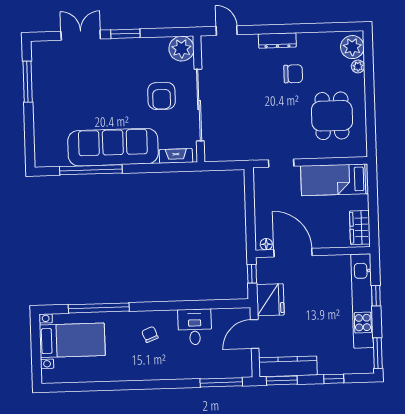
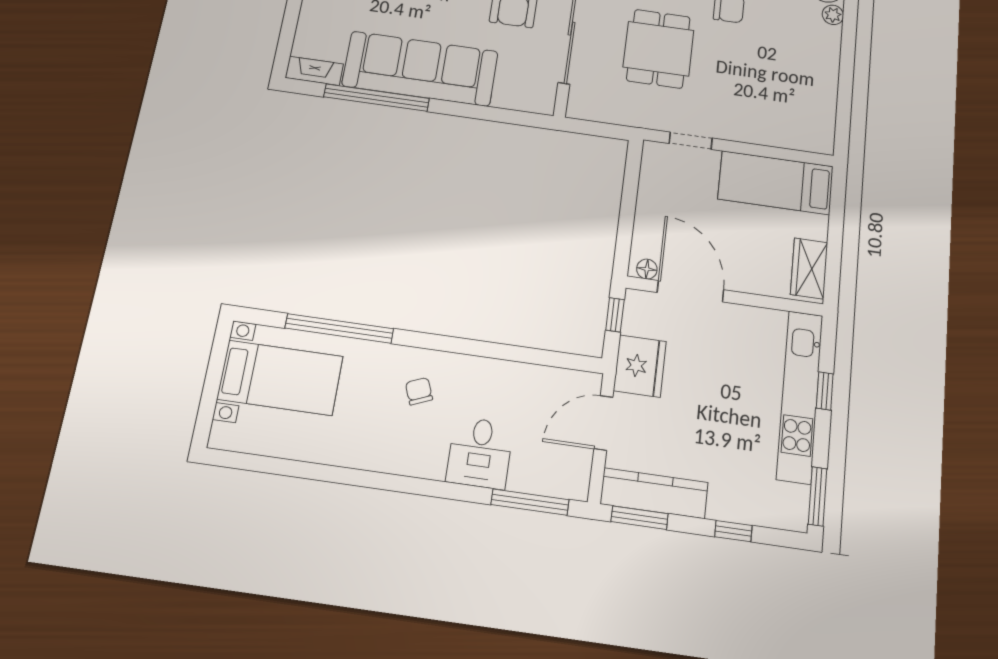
dining table: (332, 116) -> (658, 49), moved
fireplace: (176, 156) -> (314, 71), moved
desk: (195, 327) -> (480, 453), moved, turned 180

